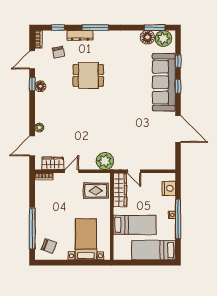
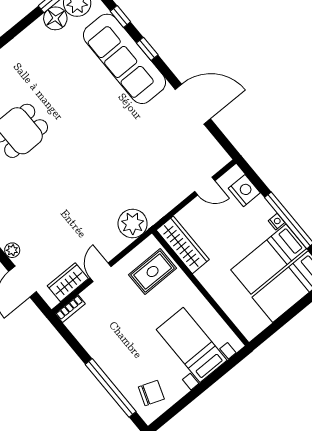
door: (134, 171) -> (205, 186), moved
bed: (135, 225) -> (269, 259), moved, turned 180

